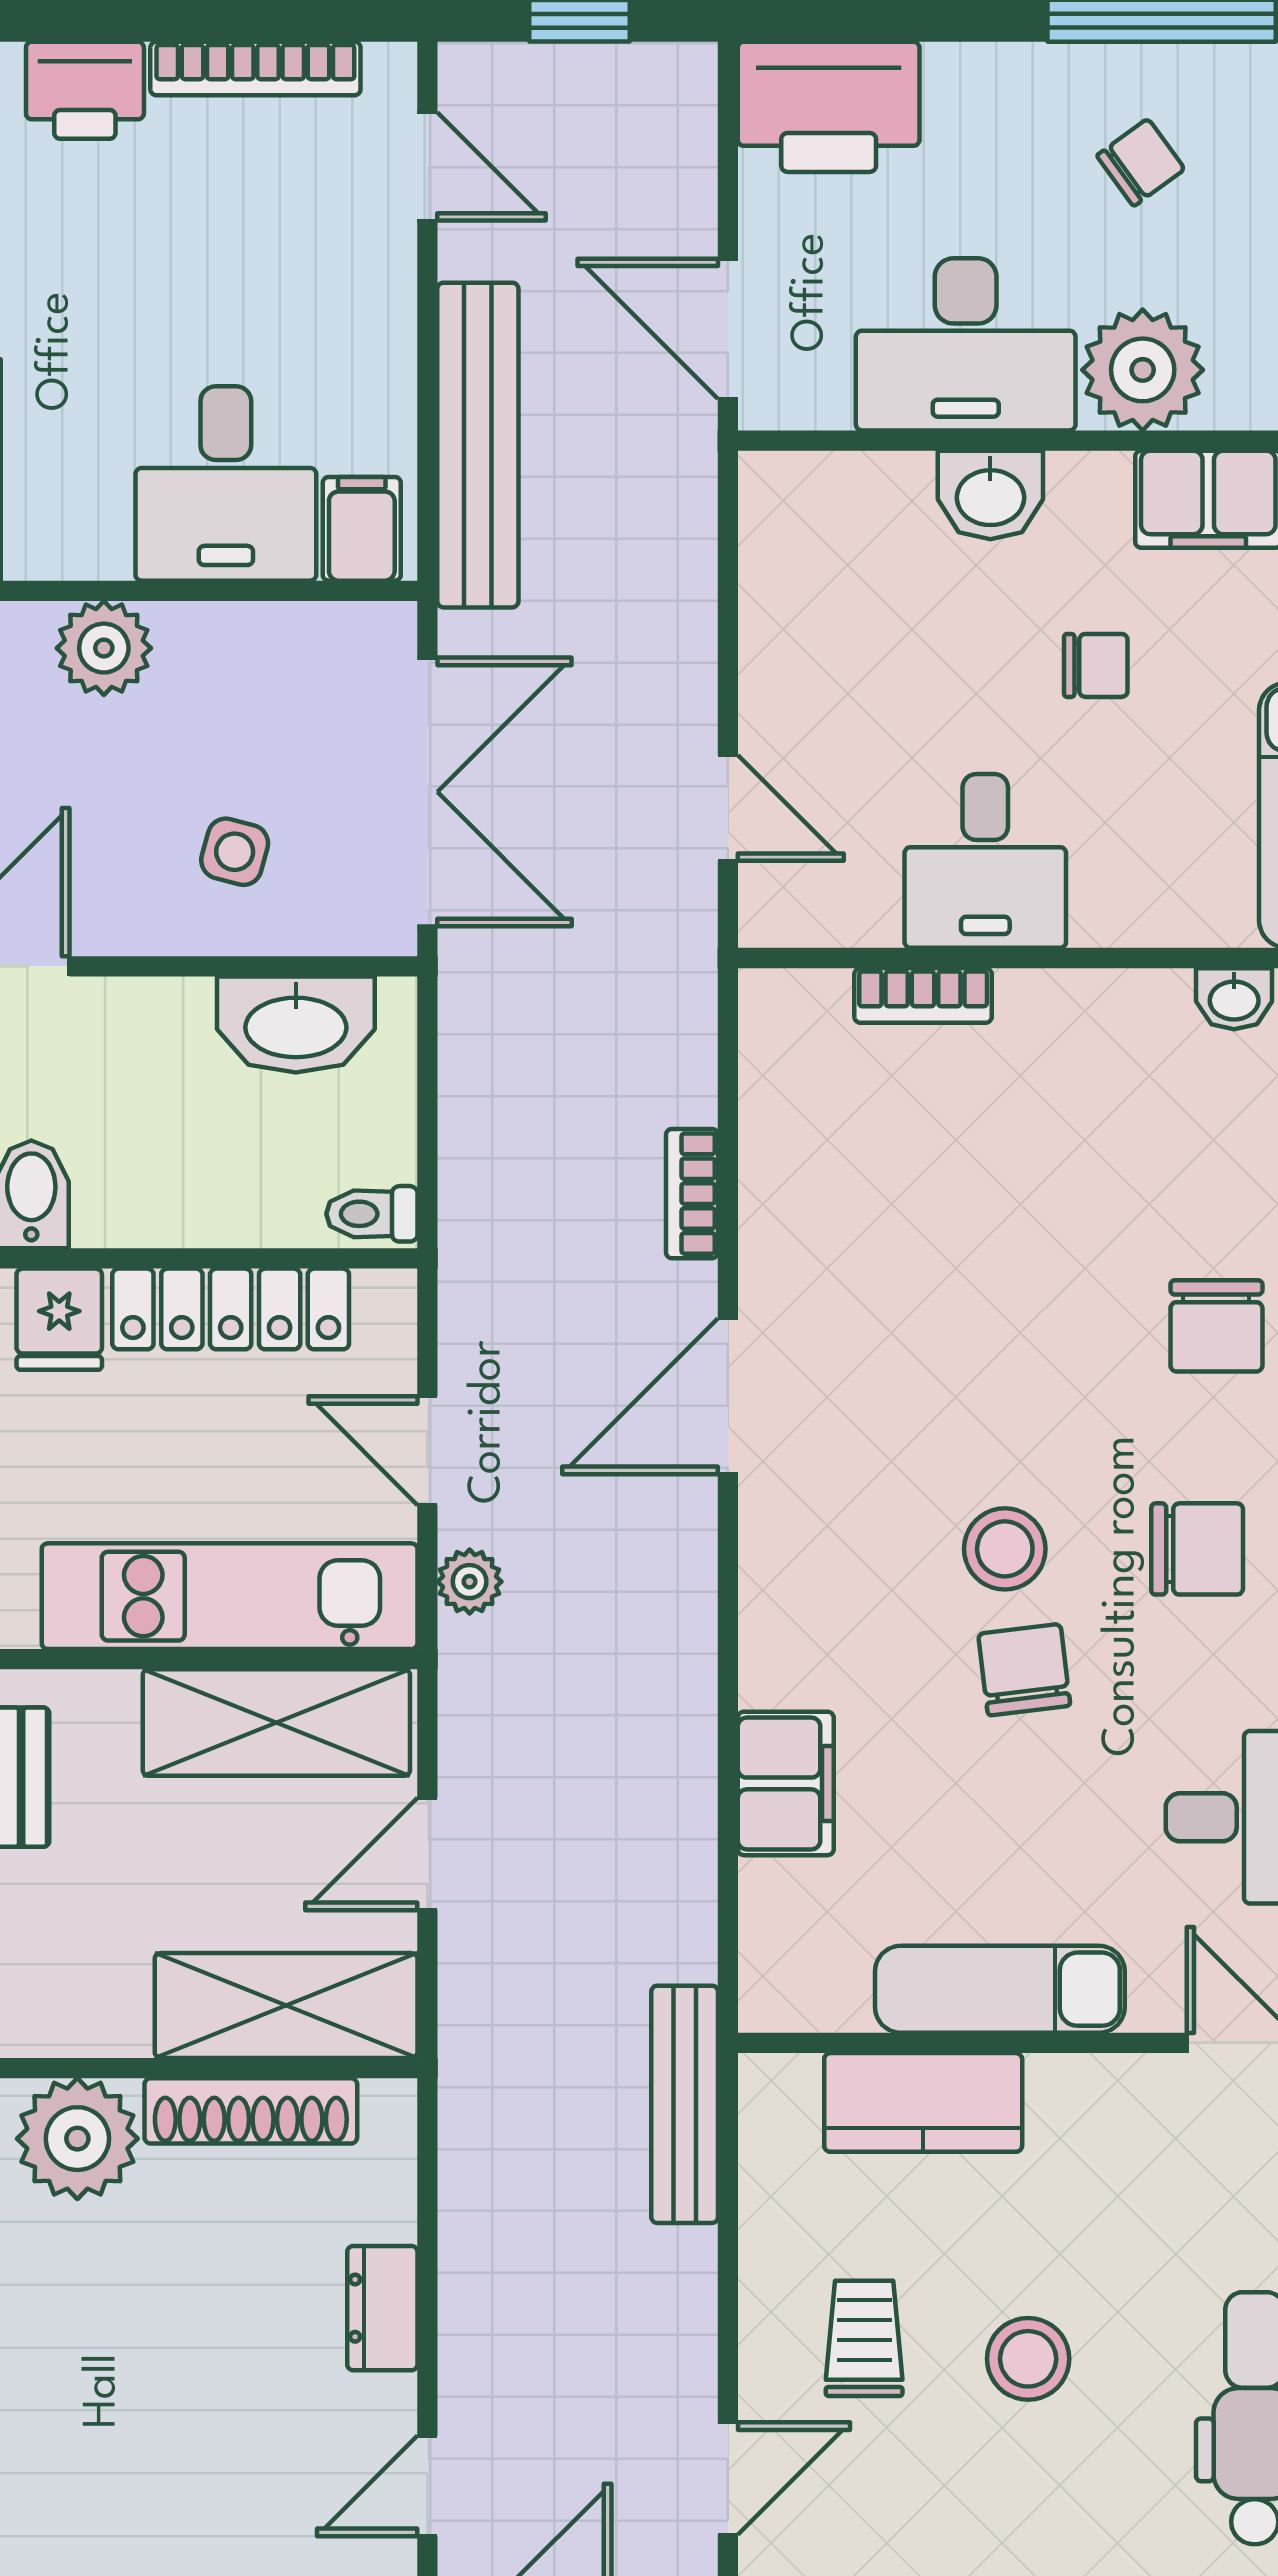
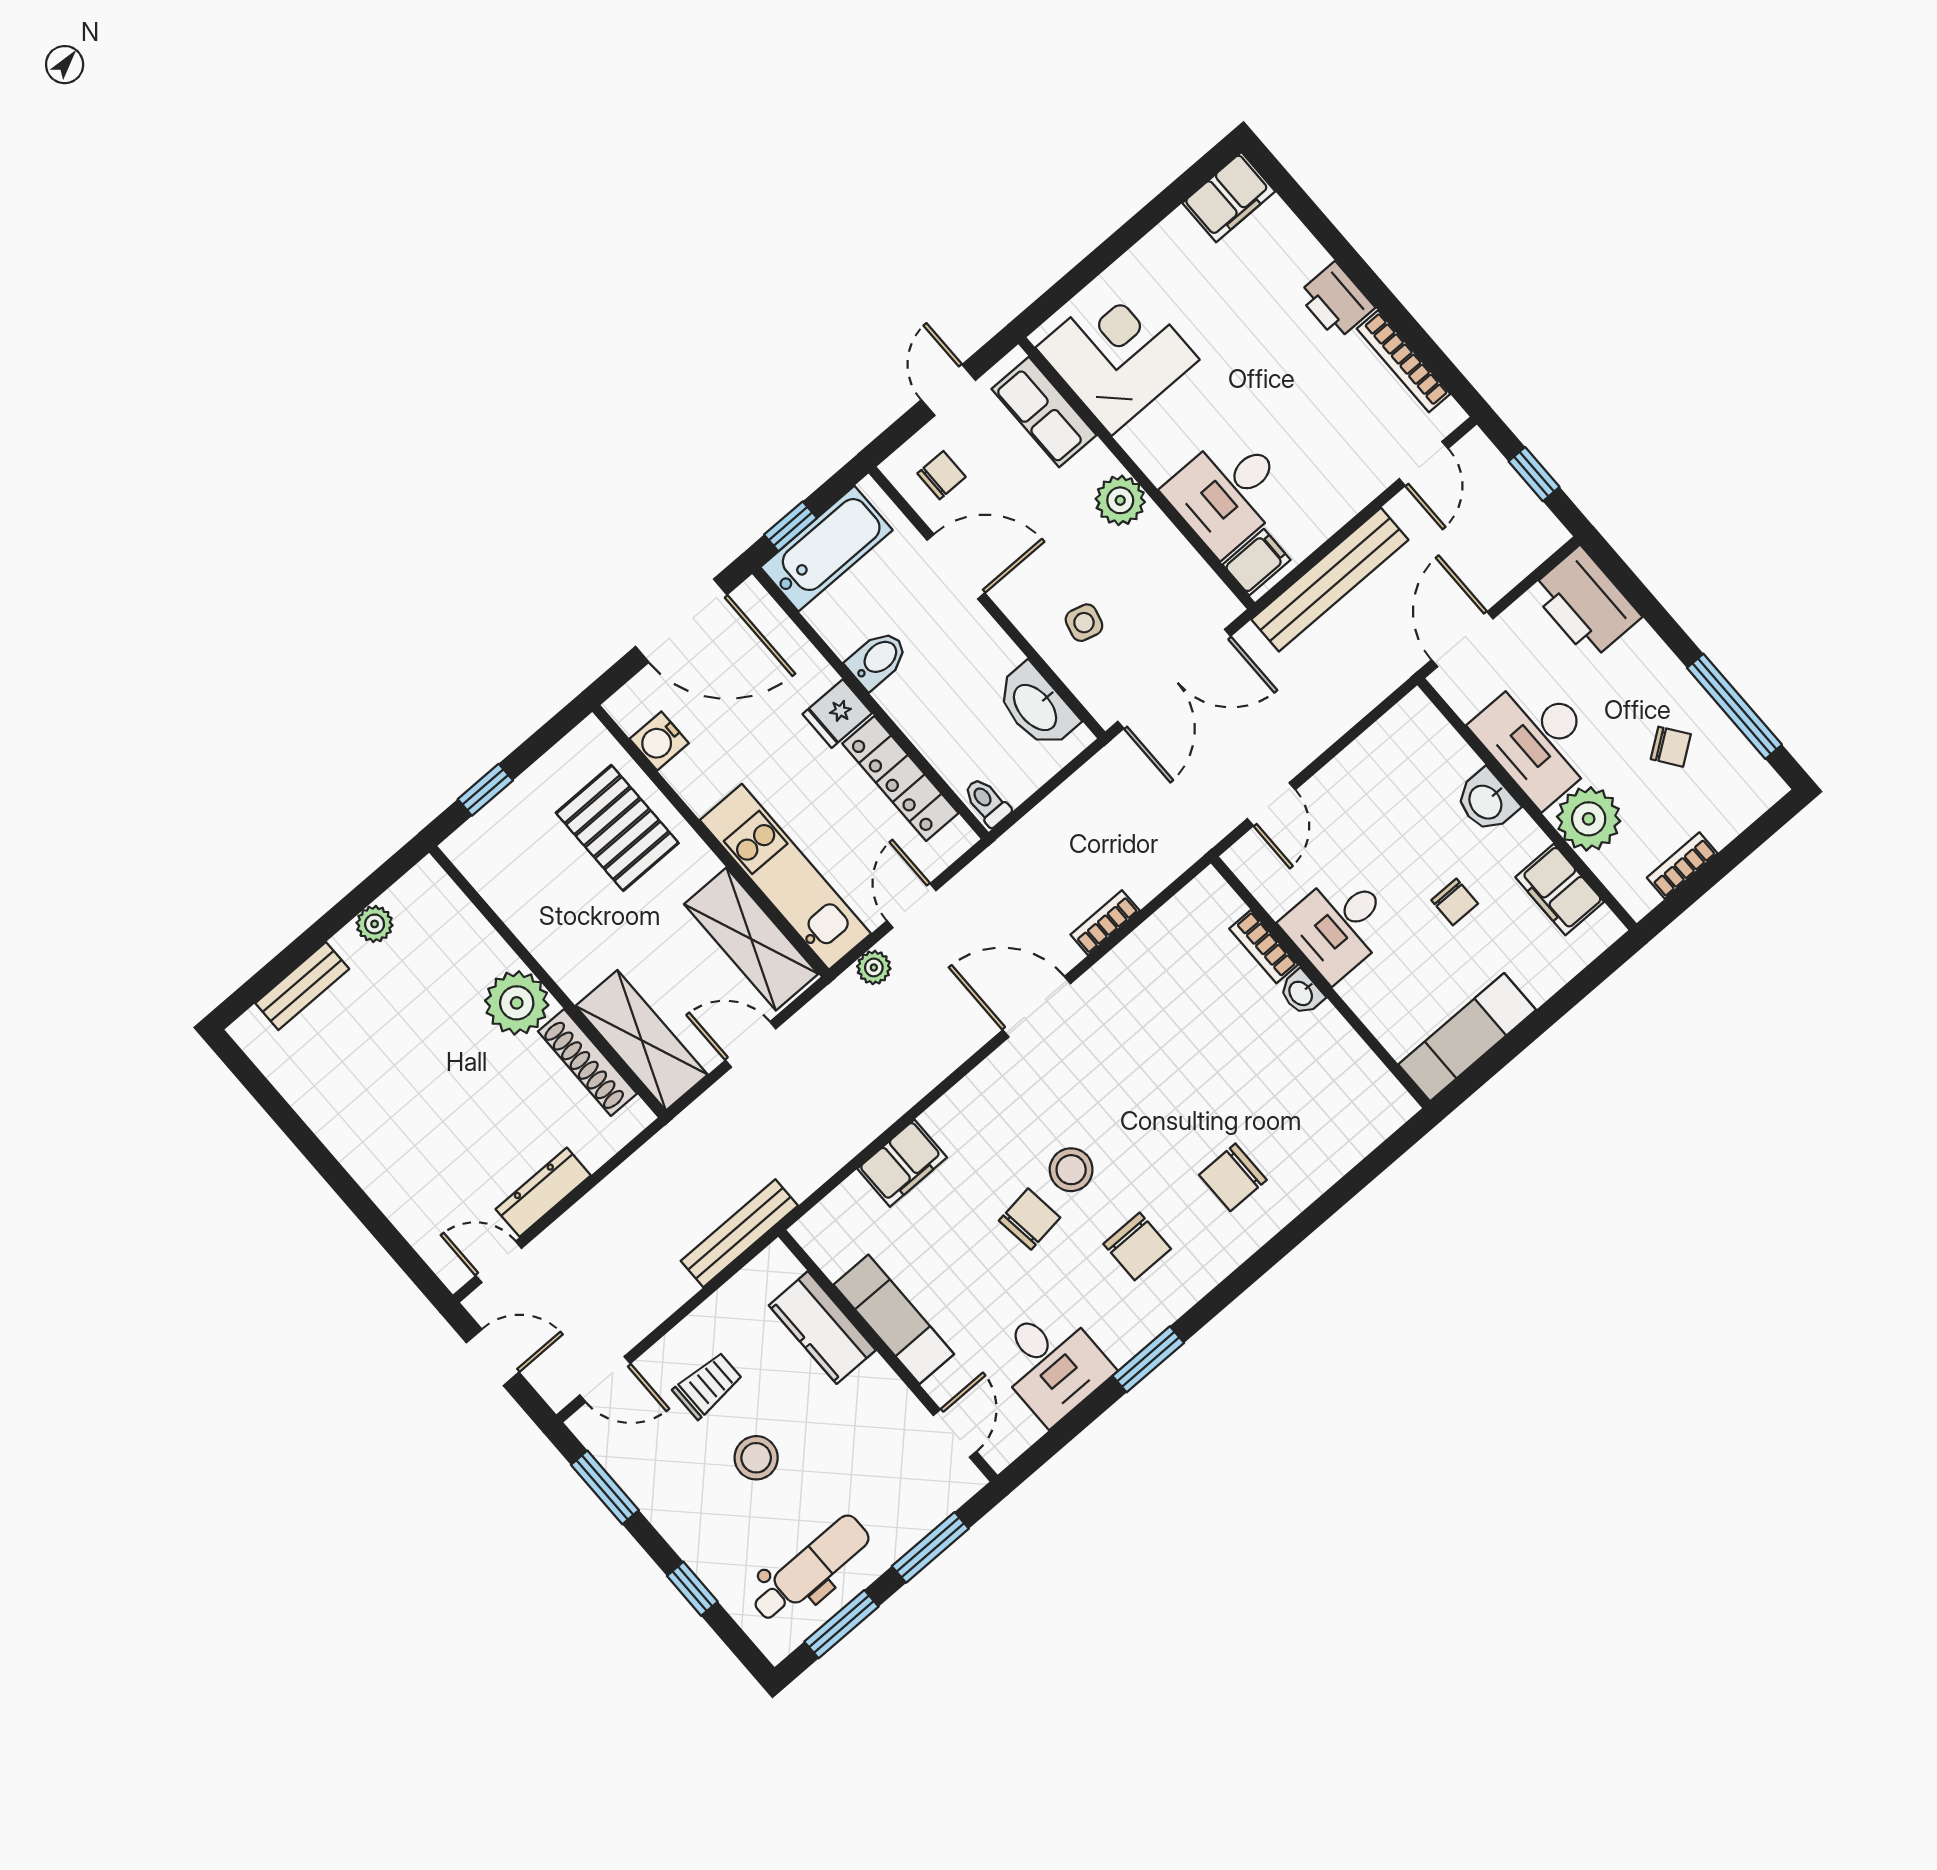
washbasin: (1234, 999) -> (1301, 993), moved
dresser: (382, 2308) -> (543, 1192), width x1.44

